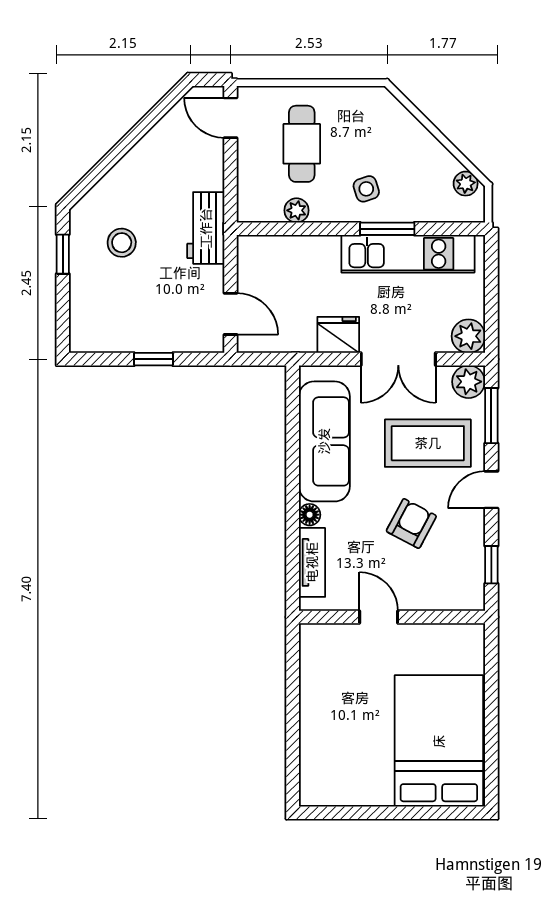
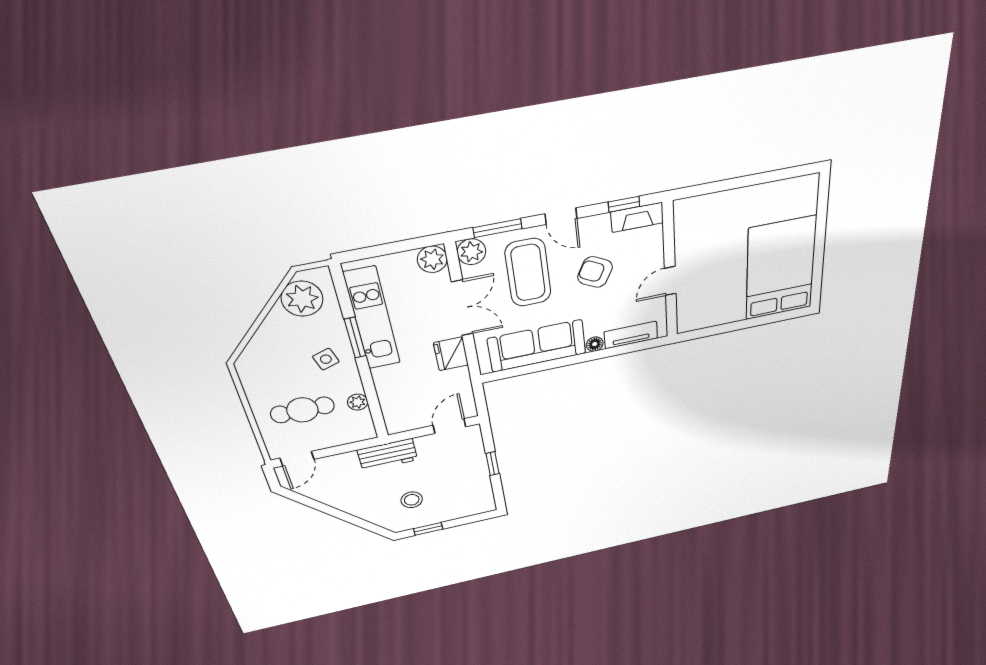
plant: (466, 184) -> (302, 299), width x1.87, depth x1.87
fireplace: (472, 580) -> (637, 217), added
bed: (439, 741) -> (781, 269), moved, turned 90

